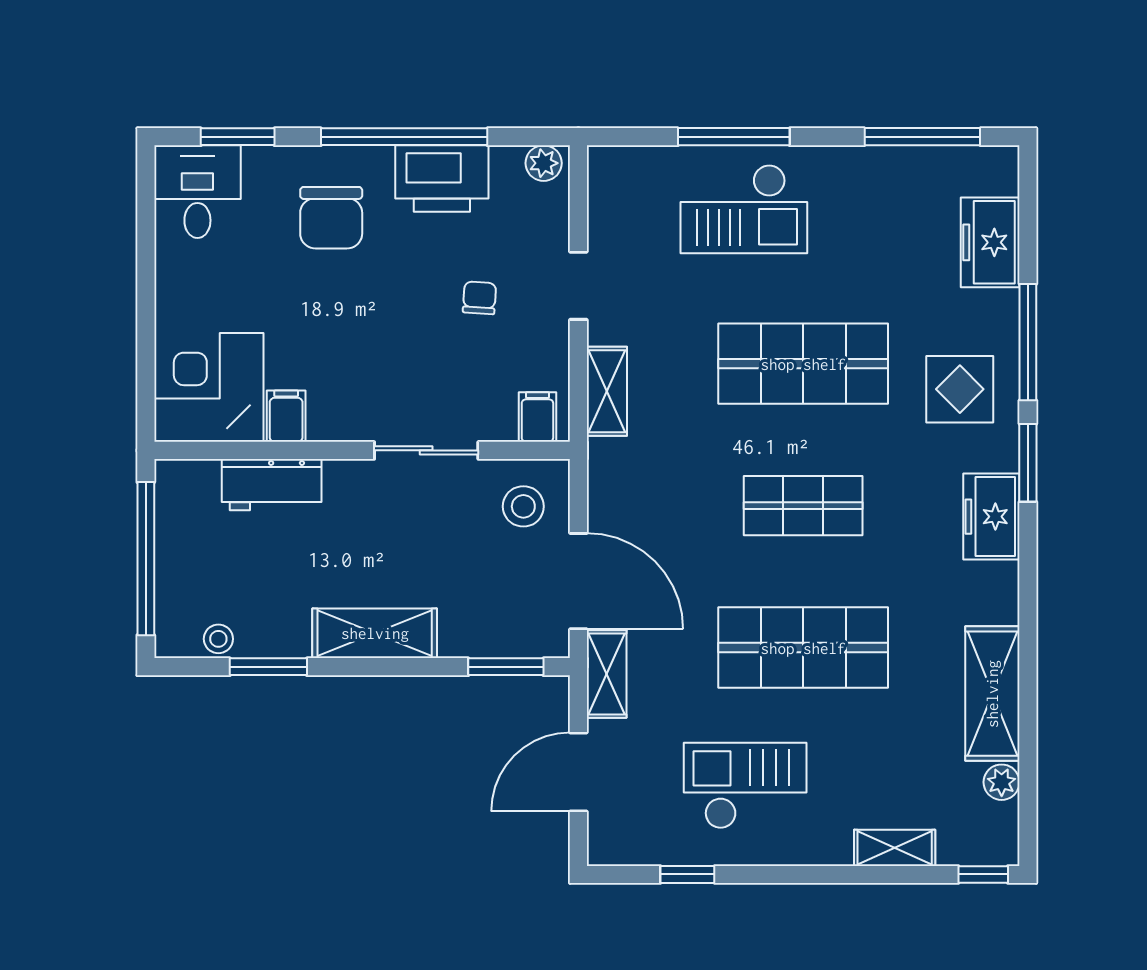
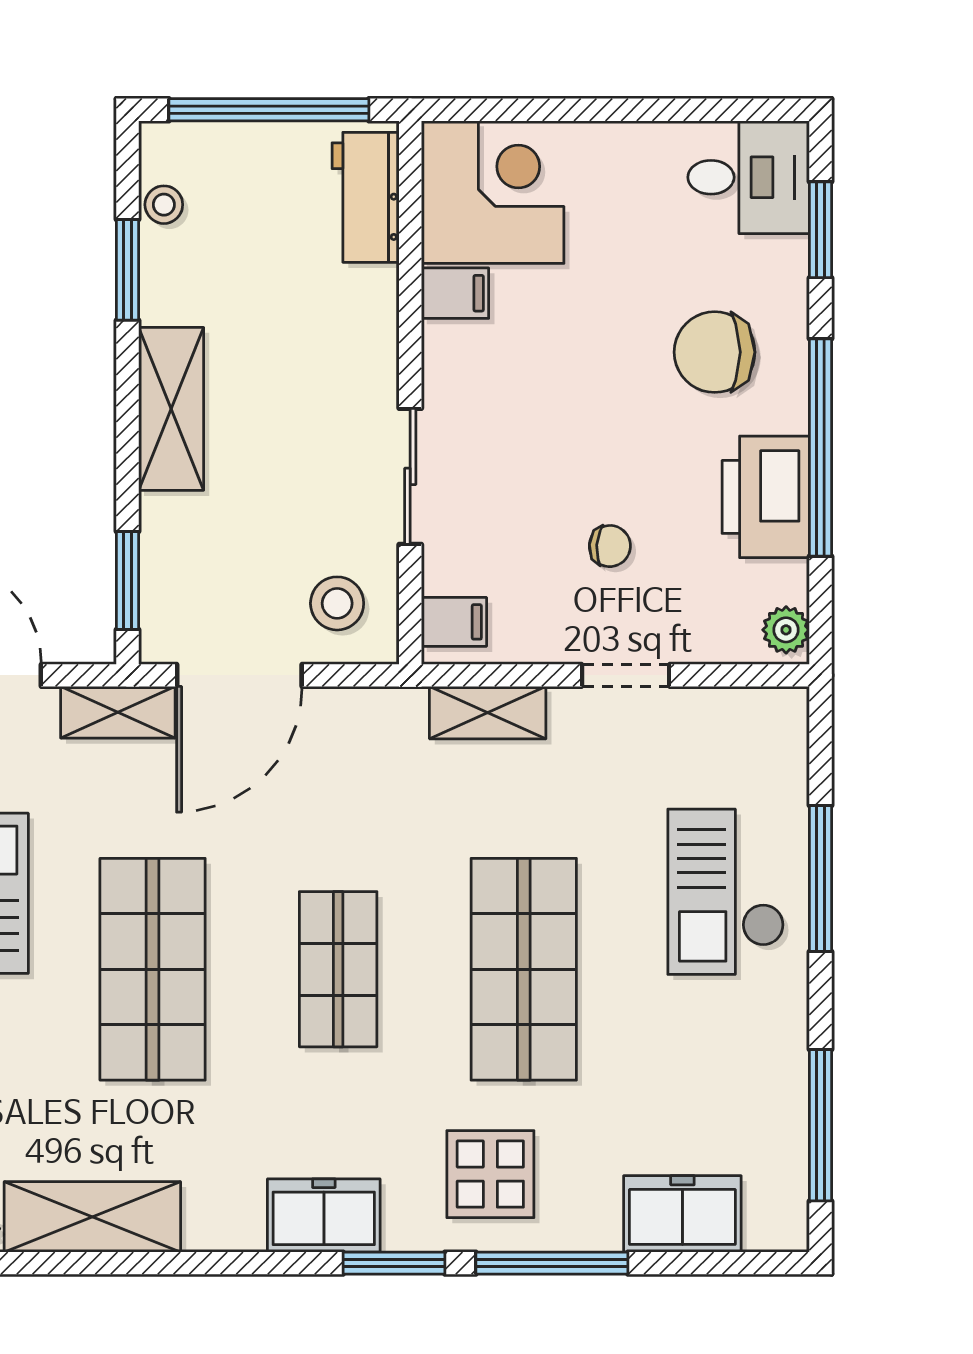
workbench: (272, 485) -> (366, 197), moved

